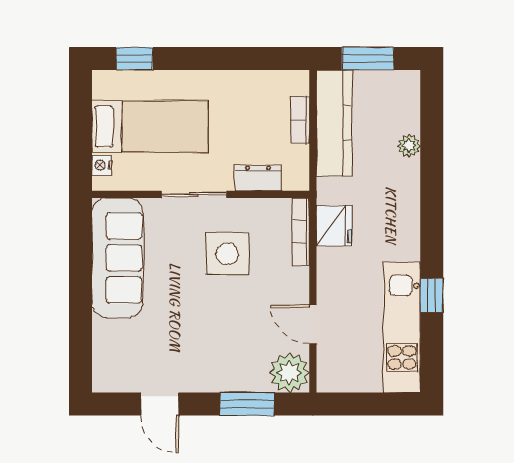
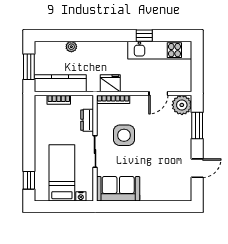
sofa: (117, 258) -> (118, 189), width x0.73

